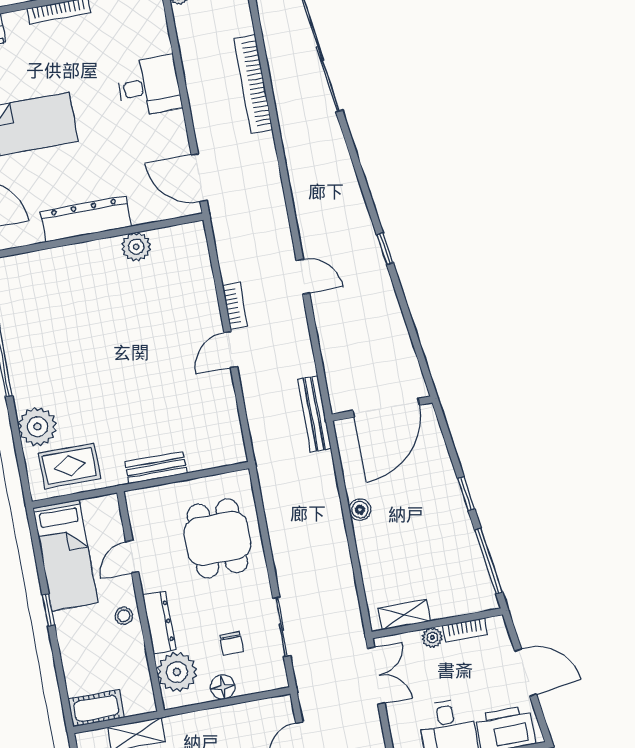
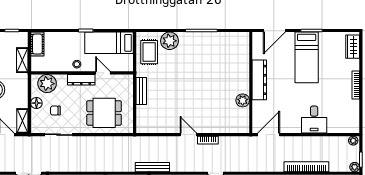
dresser: (159, 622) -> (81, 80), moved
shelving: (267, 710) -> (22, 121), added

